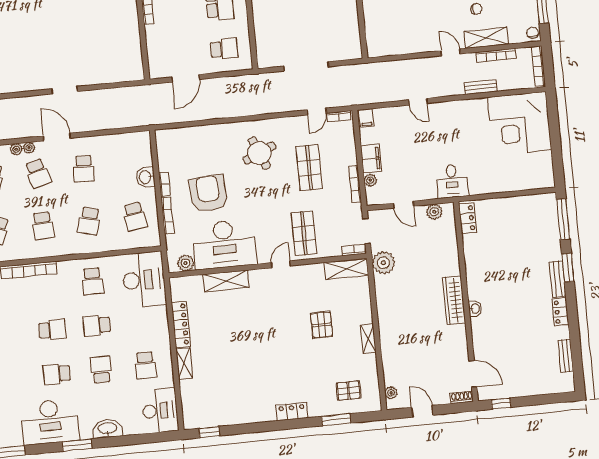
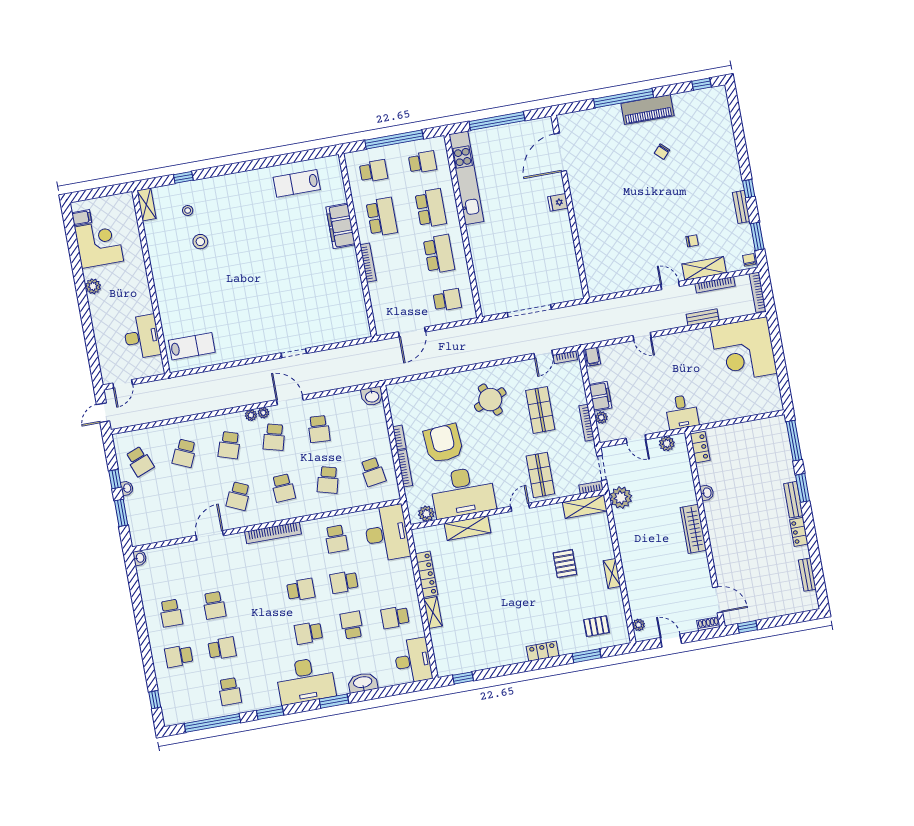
school desk: (38, 173) -> (274, 437), turned 30
washbasin: (145, 177) -> (372, 396), moved, turned -90
washbasin: (475, 309) -> (707, 493), moved
school desk: (146, 365) -> (395, 617), turned 90

